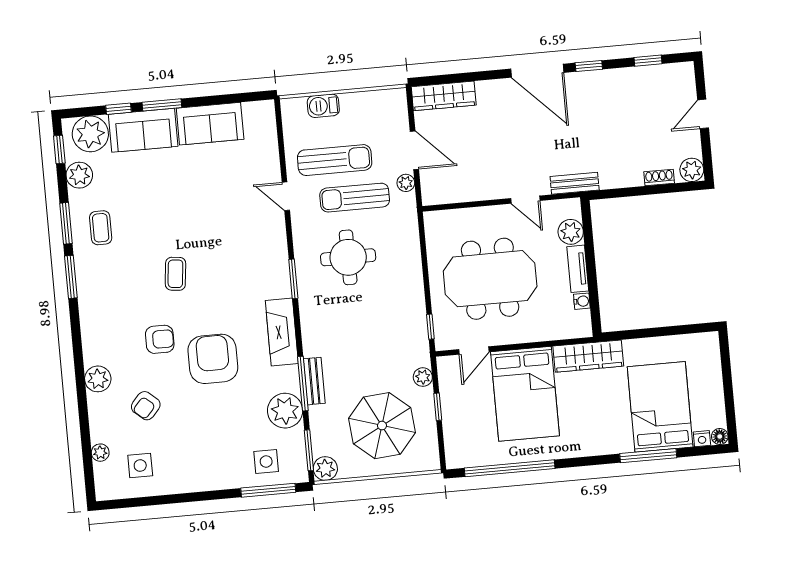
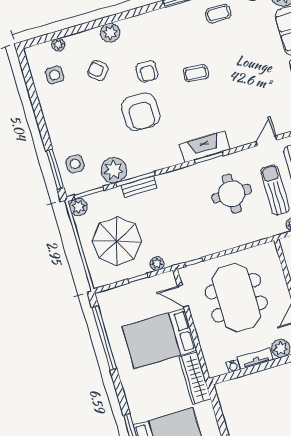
fireplace: (282, 332) -> (205, 147), moved
armchair: (213, 359) -> (141, 112), turned 90

